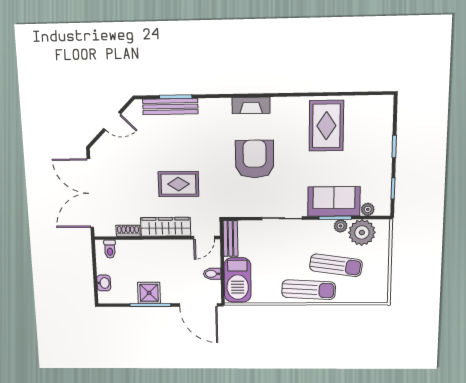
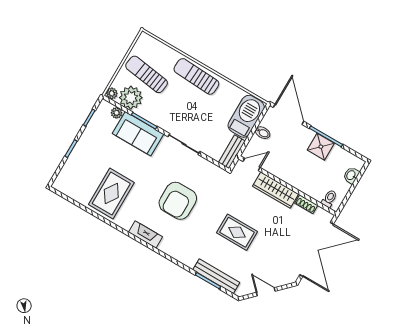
fireplace: (251, 105) -> (146, 234), moved
rug: (178, 184) -> (237, 232), moved
plant: (341, 226) -> (112, 93), moved
sun lounger: (336, 265) -> (147, 74), moved

